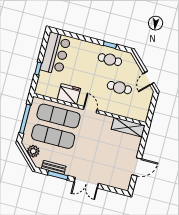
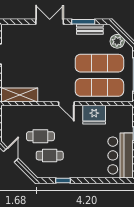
cafe table: (110, 60) -> (50, 156), moved

